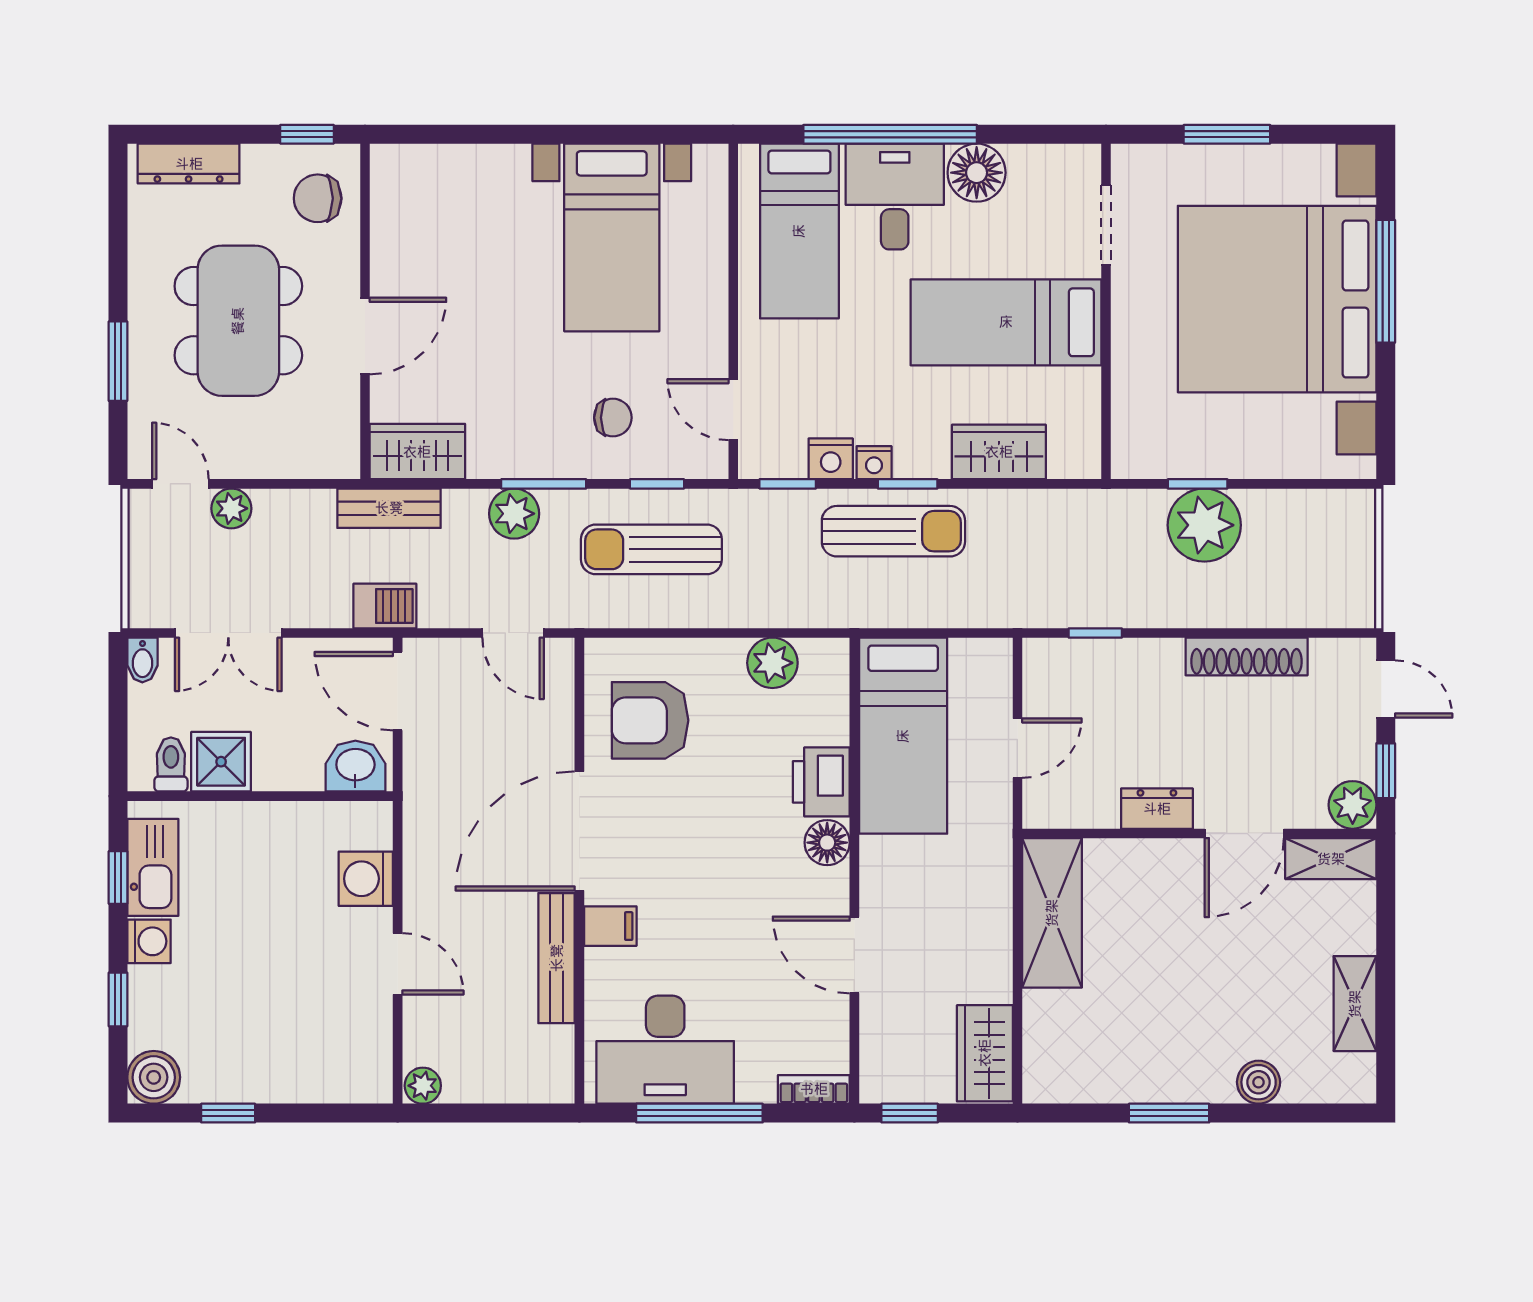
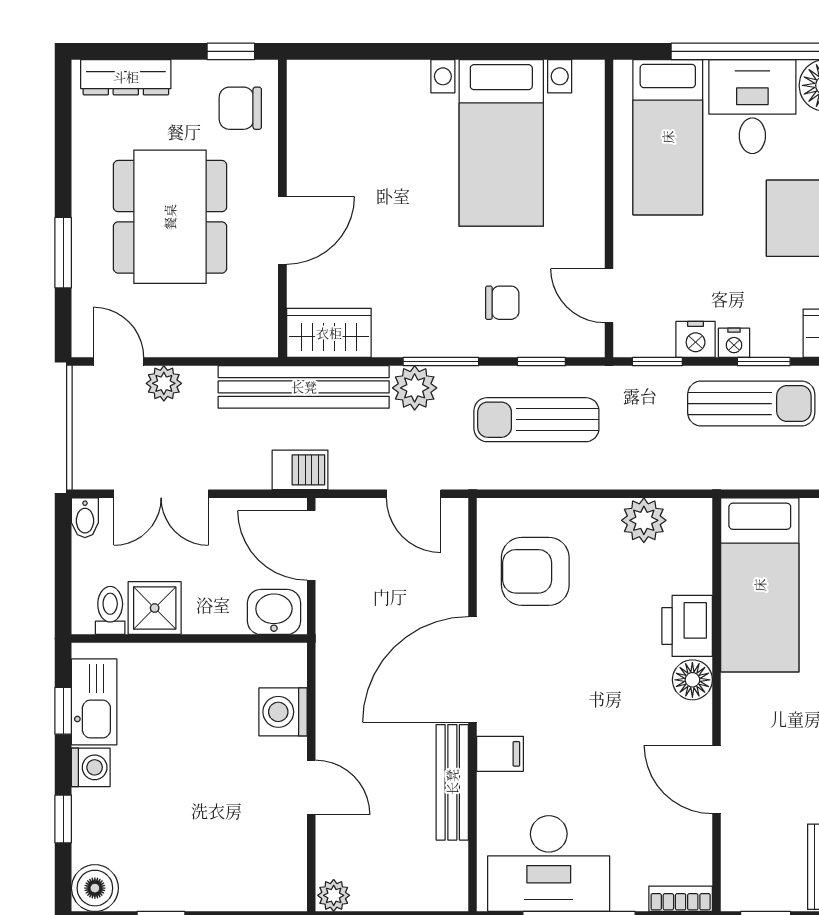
bench: (389, 508) -> (304, 387), width x1.86, depth x1.21

